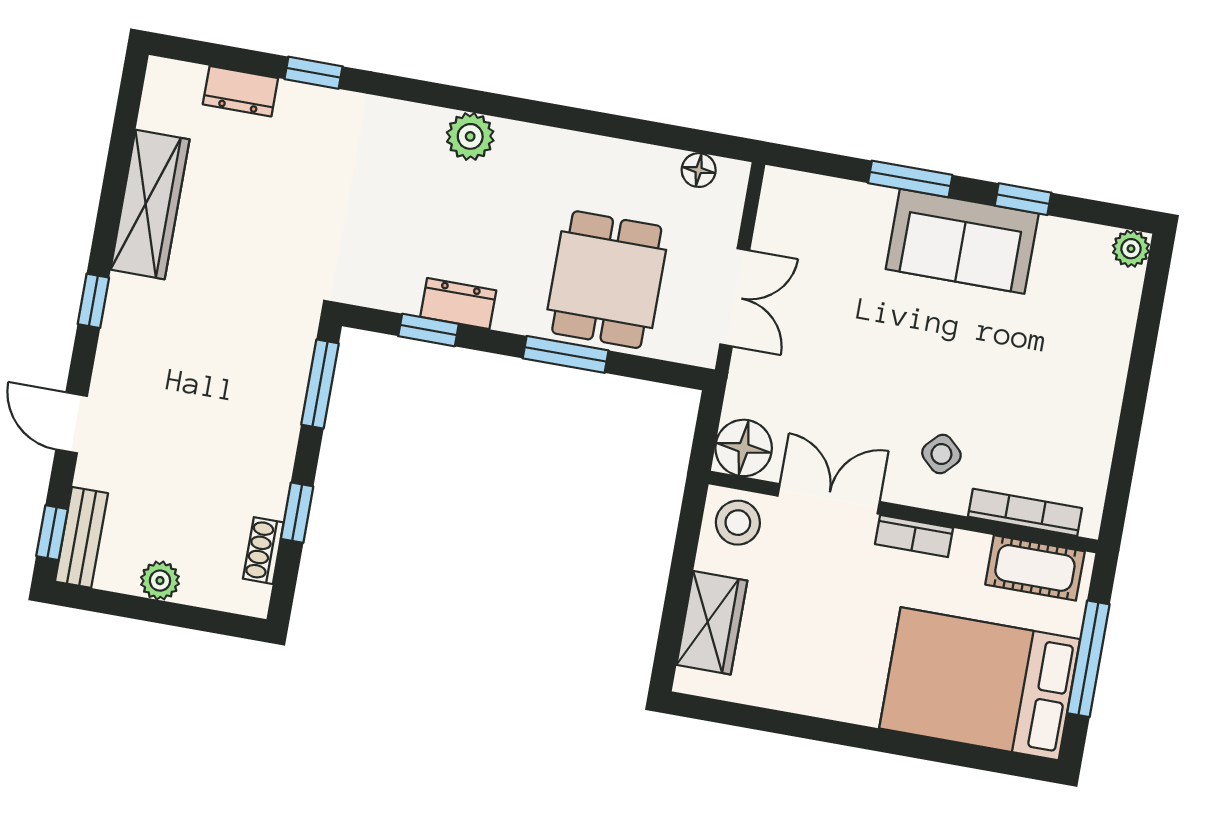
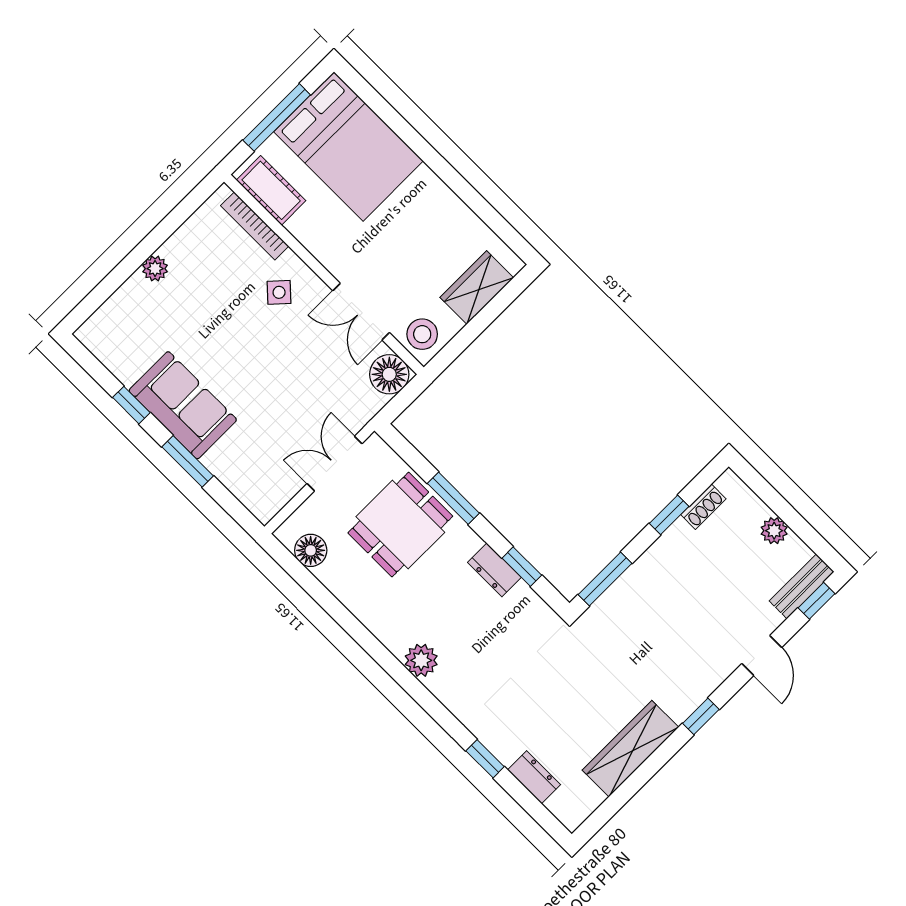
floor lamp: (699, 170) -> (311, 550), width x1.37, depth x1.37
plant: (1131, 249) -> (155, 269), moved
bookcase: (914, 536) -> (327, 257), removed

